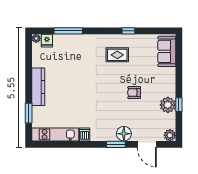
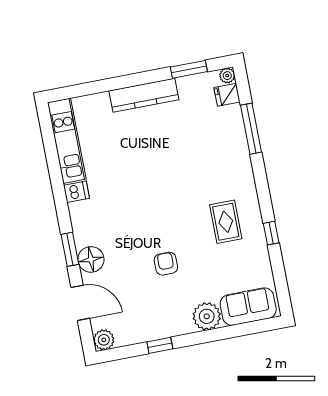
plant: (168, 105) -> (207, 316), moved
window: (29, 113) -> (189, 69), moved
door: (147, 144) -> (80, 303), swing flipped

